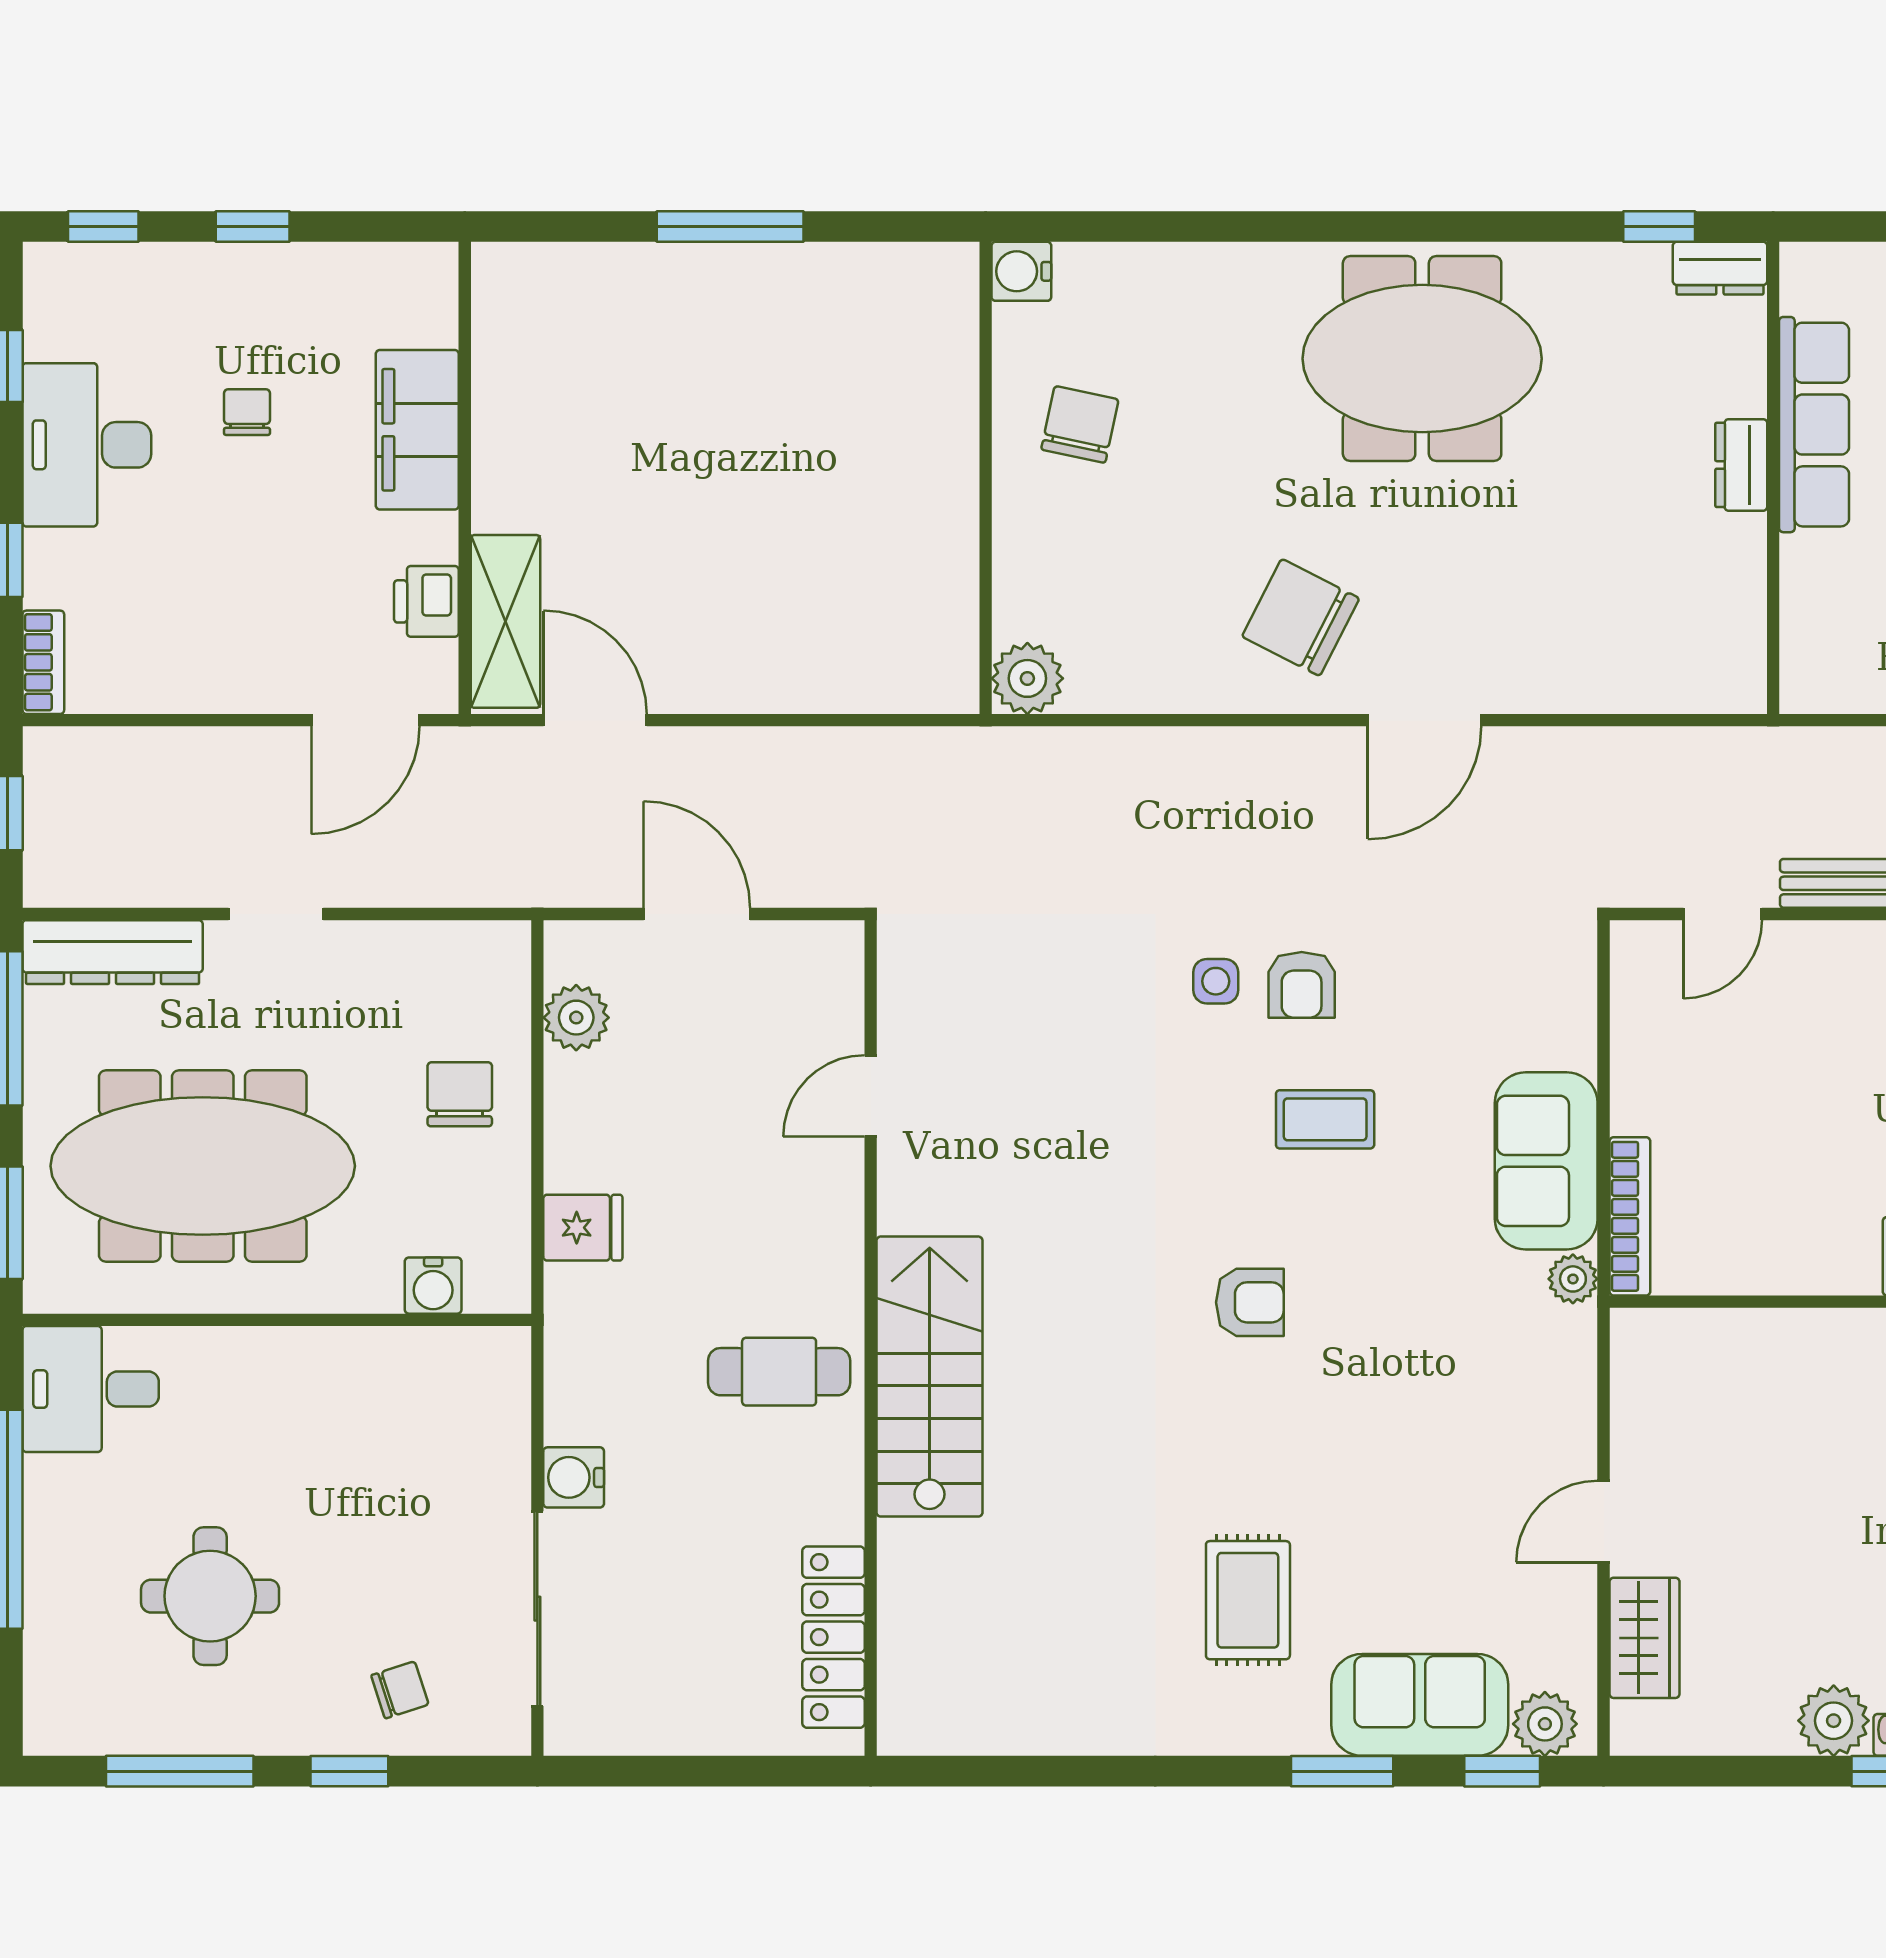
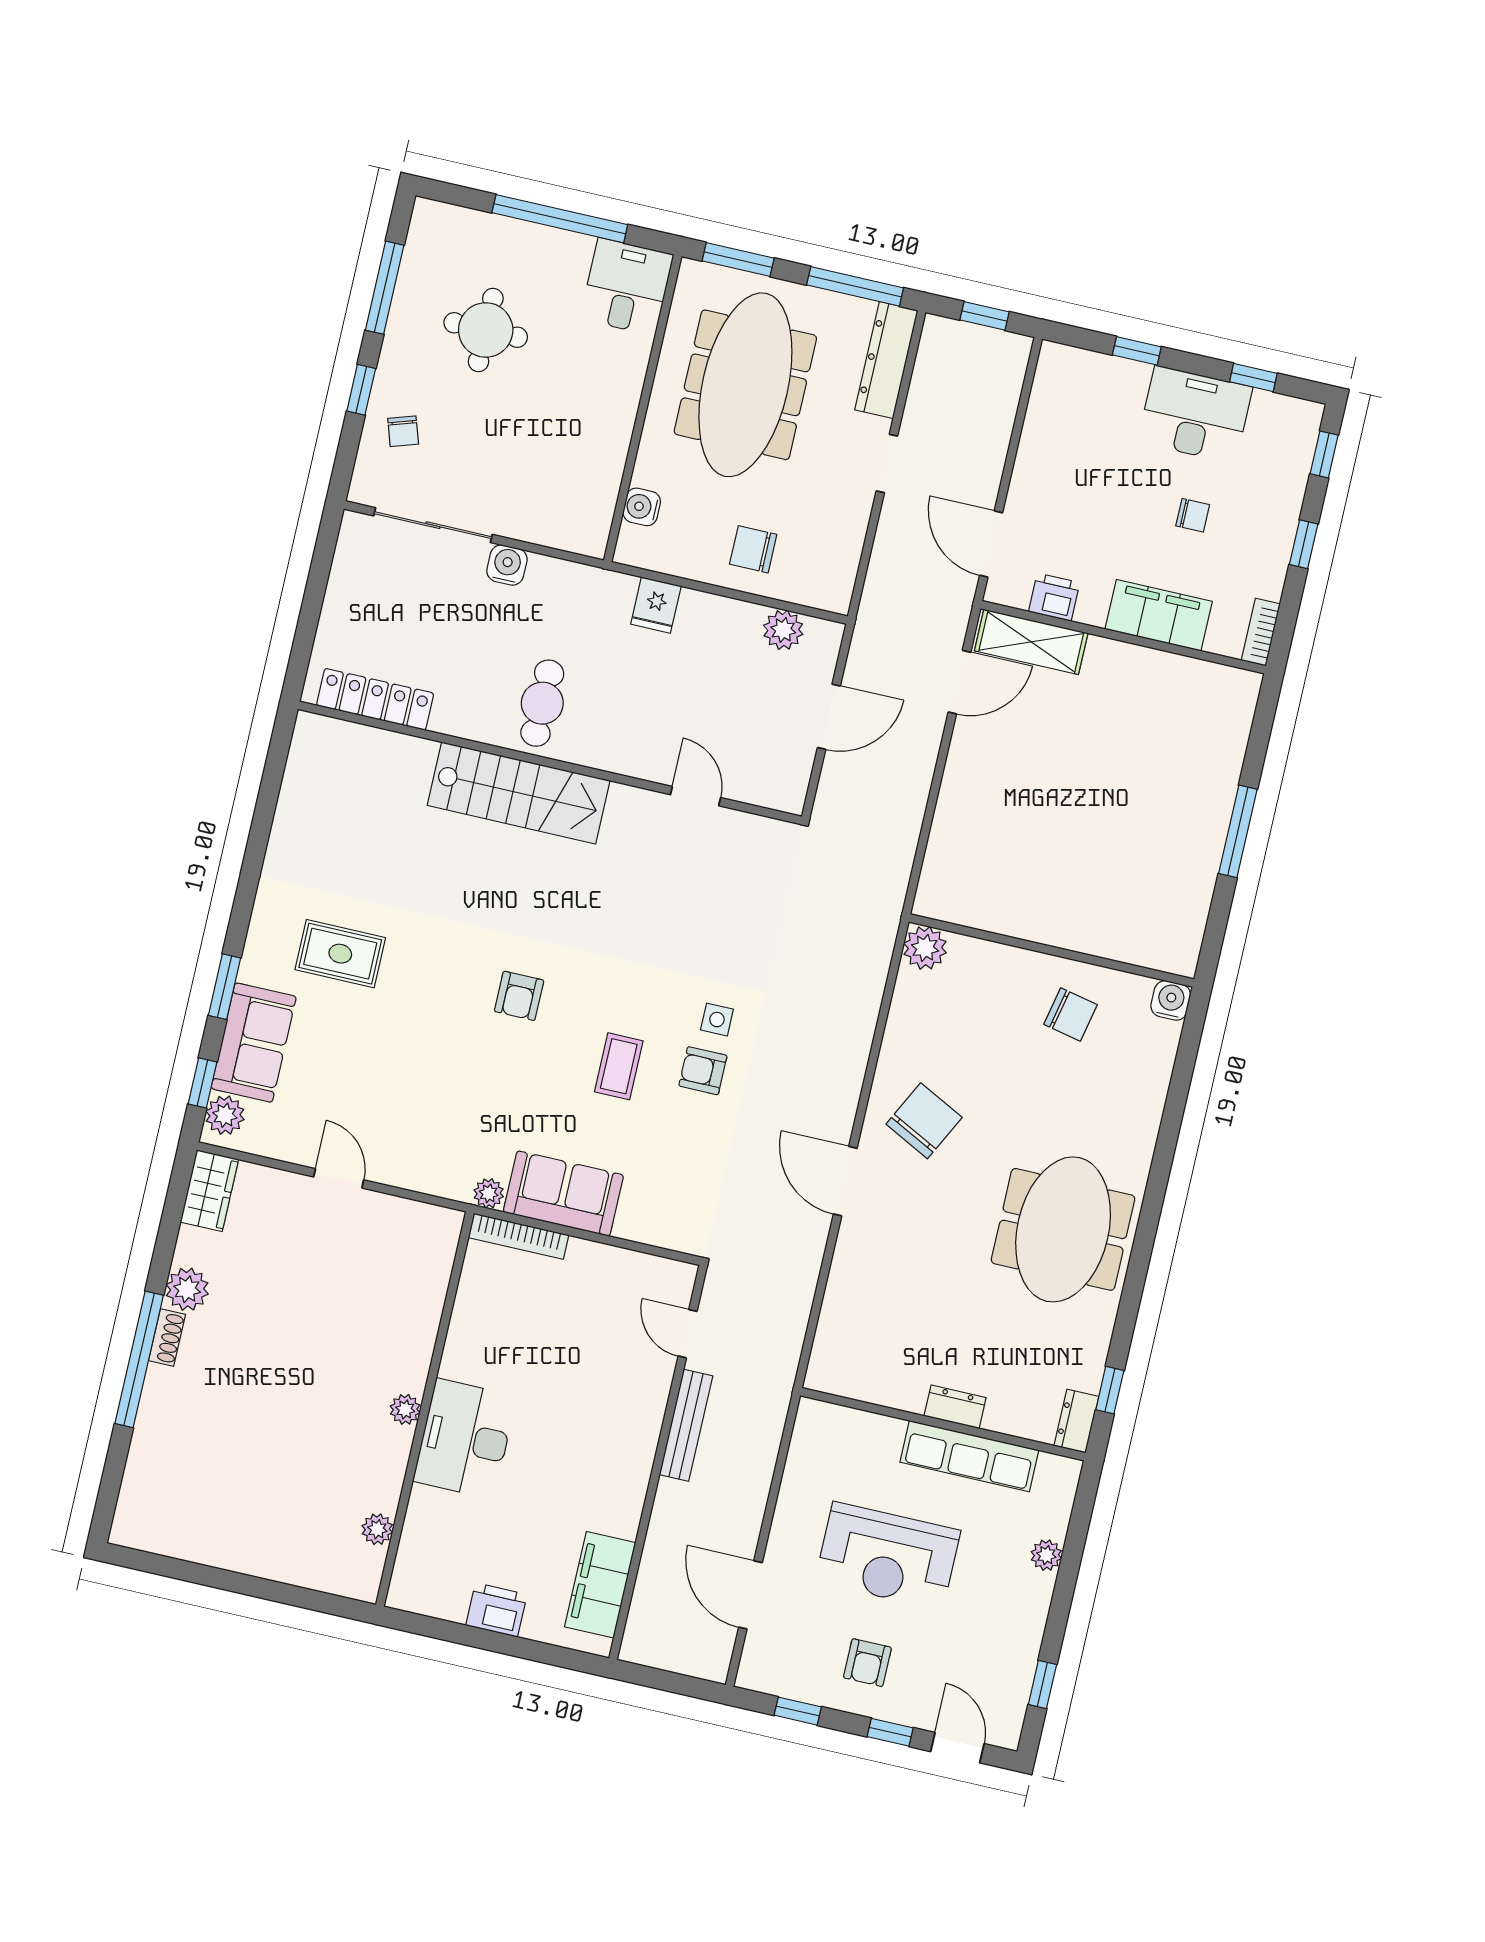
bookcase: (43, 662) -> (1261, 632), moved, turned 90
chair: (460, 1094) -> (753, 549), turned 180
wardrobe: (1644, 1638) -> (209, 1191), moved, turned -90

